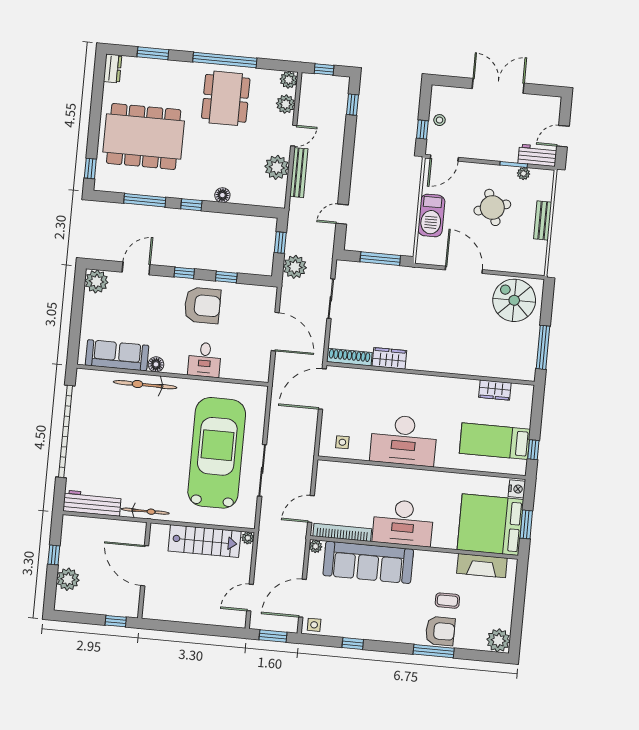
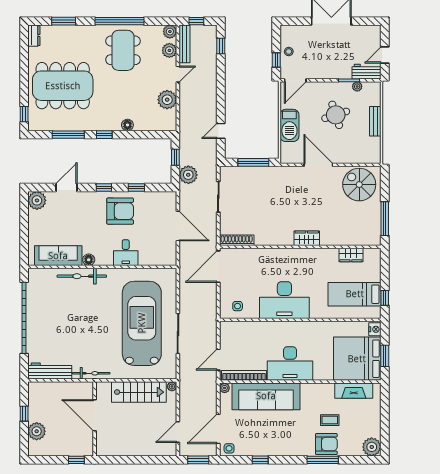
bench: (299, 173) -> (184, 44), moved
wardrobe: (389, 358) -> (307, 238), moved

